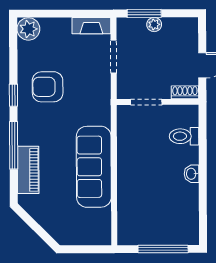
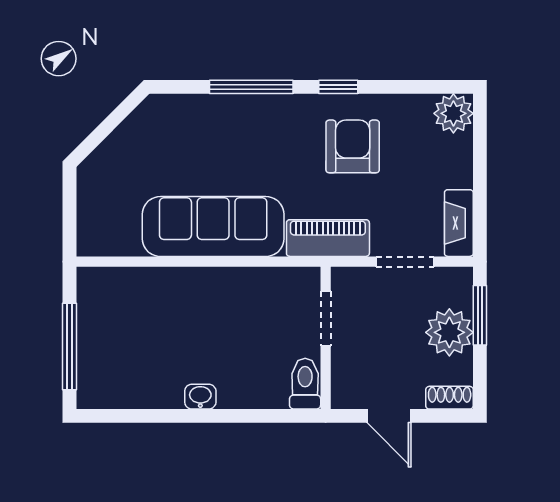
plant: (154, 24) -> (449, 332), width x1.87, depth x1.87
shoe rack: (185, 92) -> (450, 398), moved, turned -90
toilet: (184, 136) -> (305, 384), moved
piano: (28, 170) -> (328, 238), moved, turned 180

